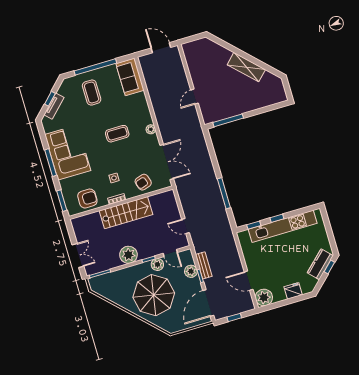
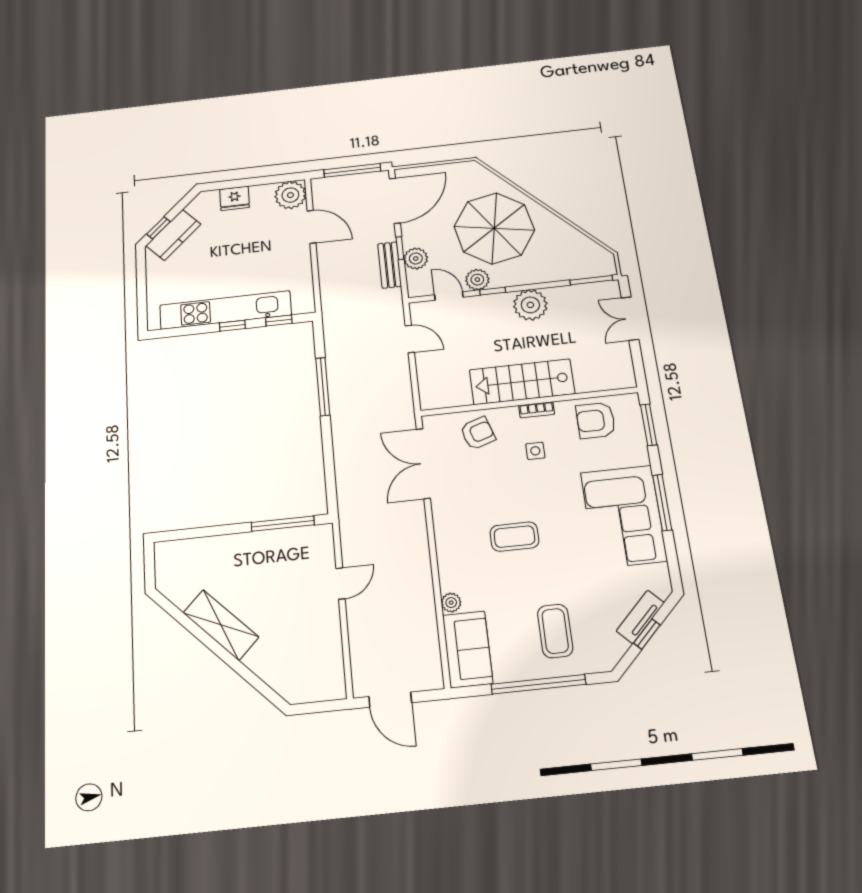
plant: (151, 129) -> (451, 603), moved
window: (234, 317) -> (352, 170), width x2.17

